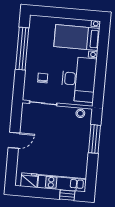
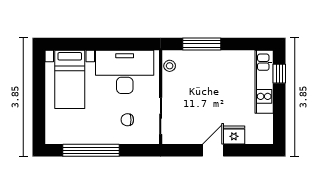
door: (14, 140) -> (213, 150), hinge flipped
fridge: (29, 180) -> (234, 135), moved, turned 90

